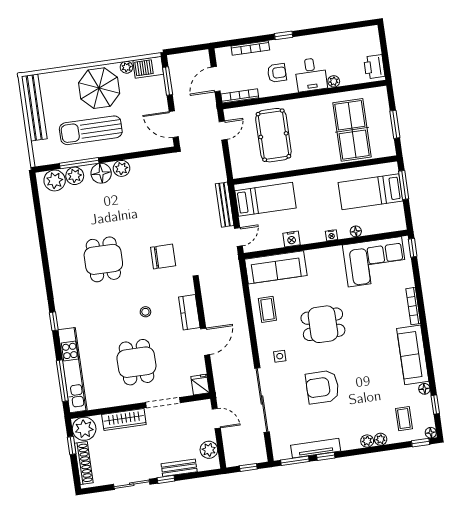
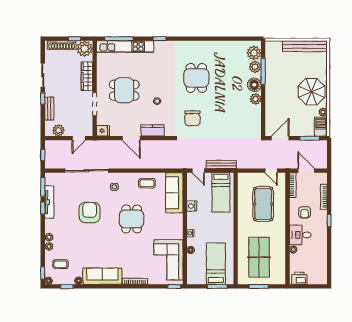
sun lounger: (91, 130) -> (284, 82), removed
table tennis table: (352, 130) -> (259, 257), turned 90
pool table: (273, 135) -> (263, 204), turned 90
dining table: (103, 259) -> (196, 78), turned 90

